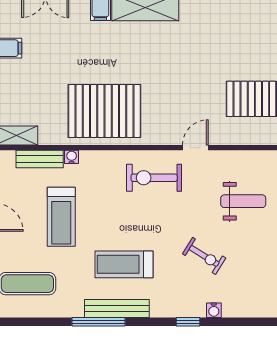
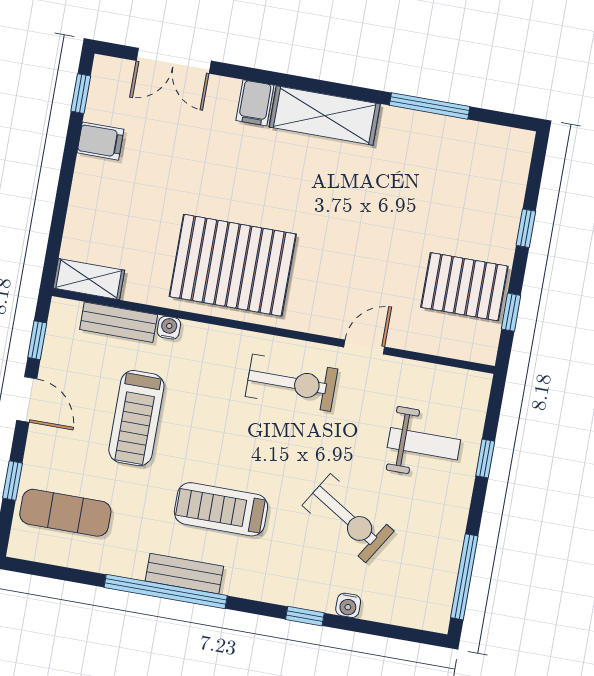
exercise bike: (154, 178) -> (292, 383), turned 180
exercise bike: (204, 256) -> (348, 518), width x1.38, depth x1.39
bench: (117, 309) -> (184, 574), width x0.73
window: (99, 322) -> (166, 592), width x1.46

